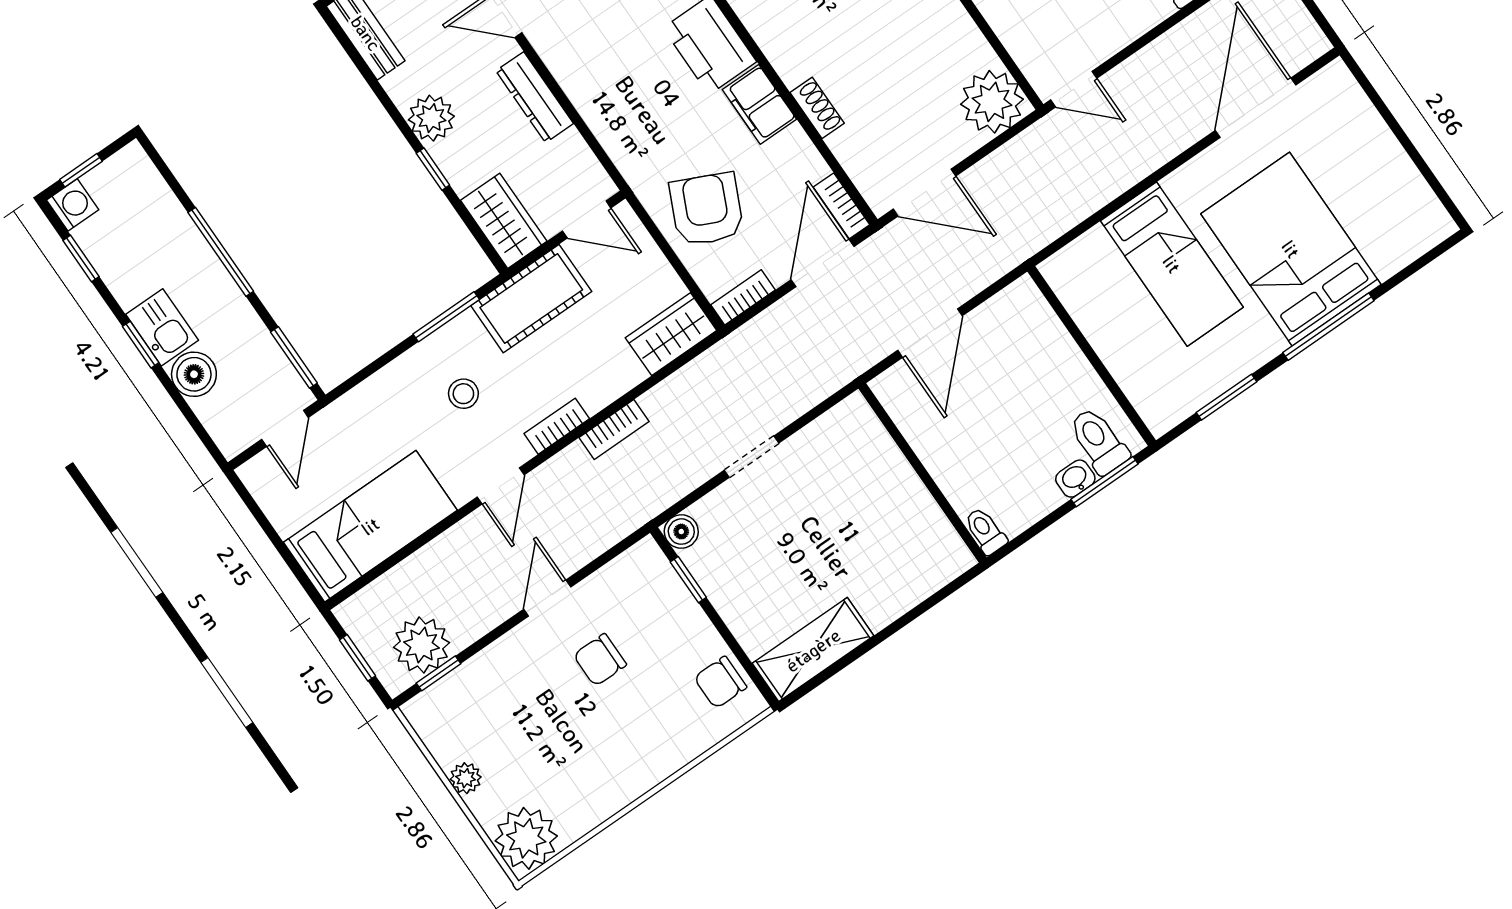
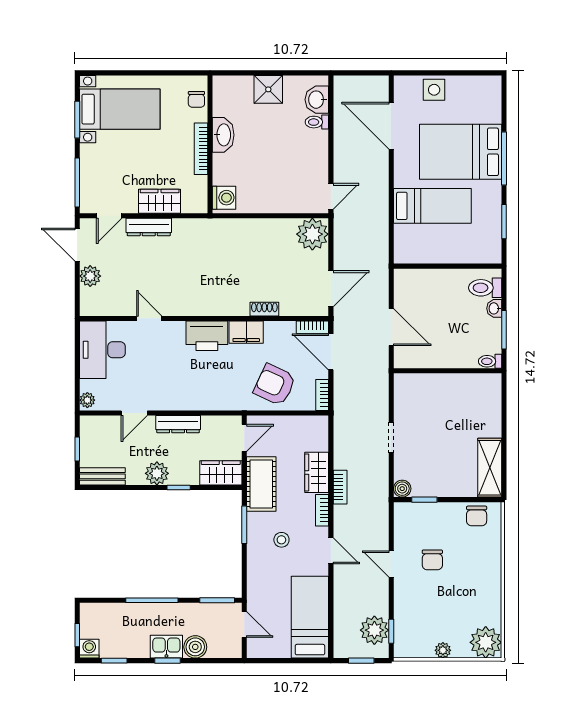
side table: (1361, 137) -> (434, 90), added
wardrobe: (671, 334) -> (317, 472), moved
window: (1105, 482) -> (504, 330), moved

